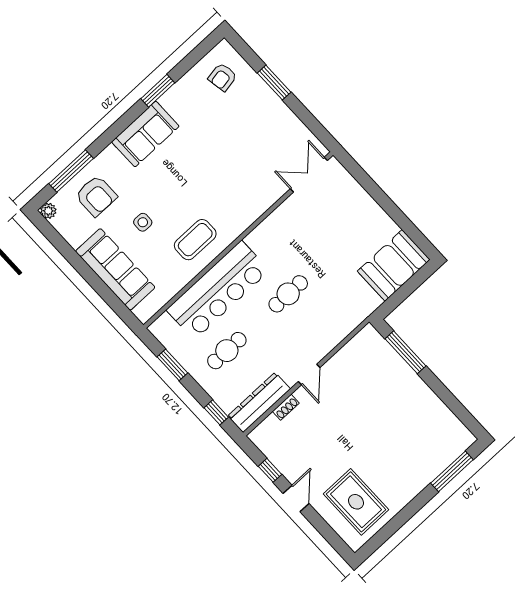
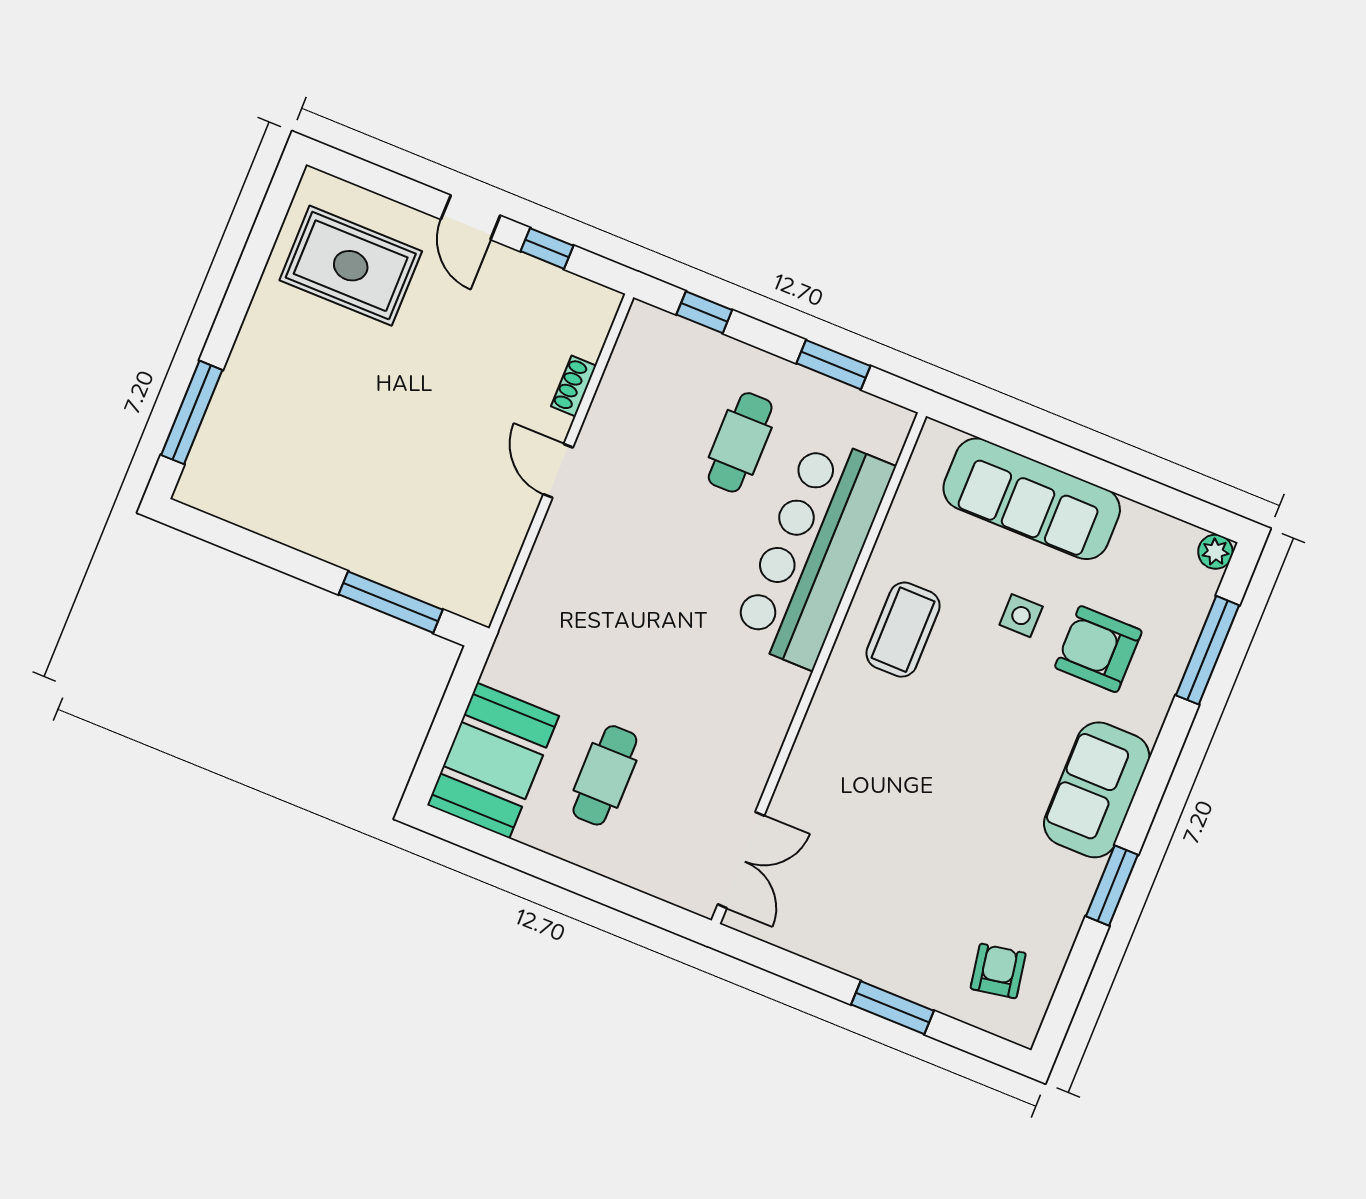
armchair: (96, 196) -> (1098, 649), moved
cafe table: (288, 294) -> (605, 775), moved
dresser: (259, 402) -> (630, 371), removed

